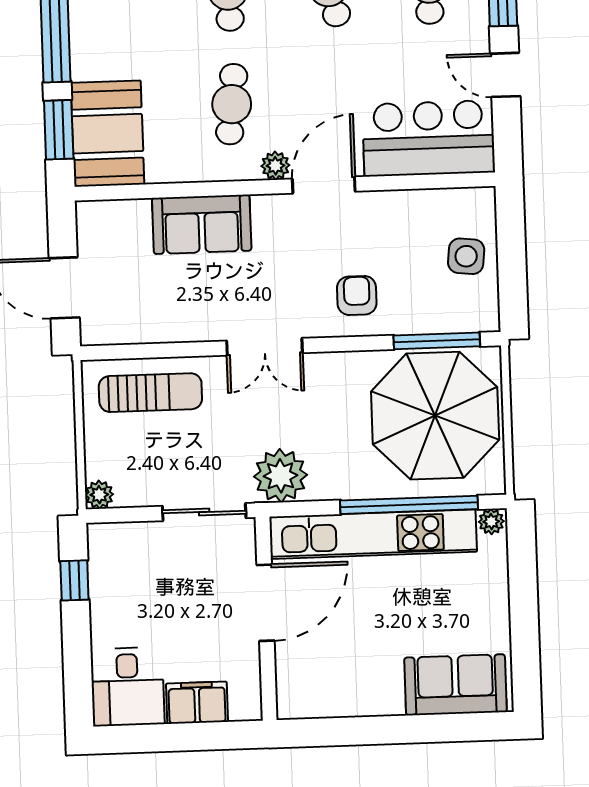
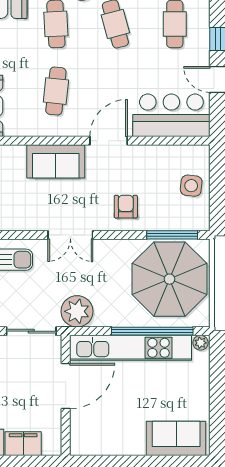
plant: (275, 166) -> (80, 128), removed
sofa: (202, 224) -> (56, 161), moved

